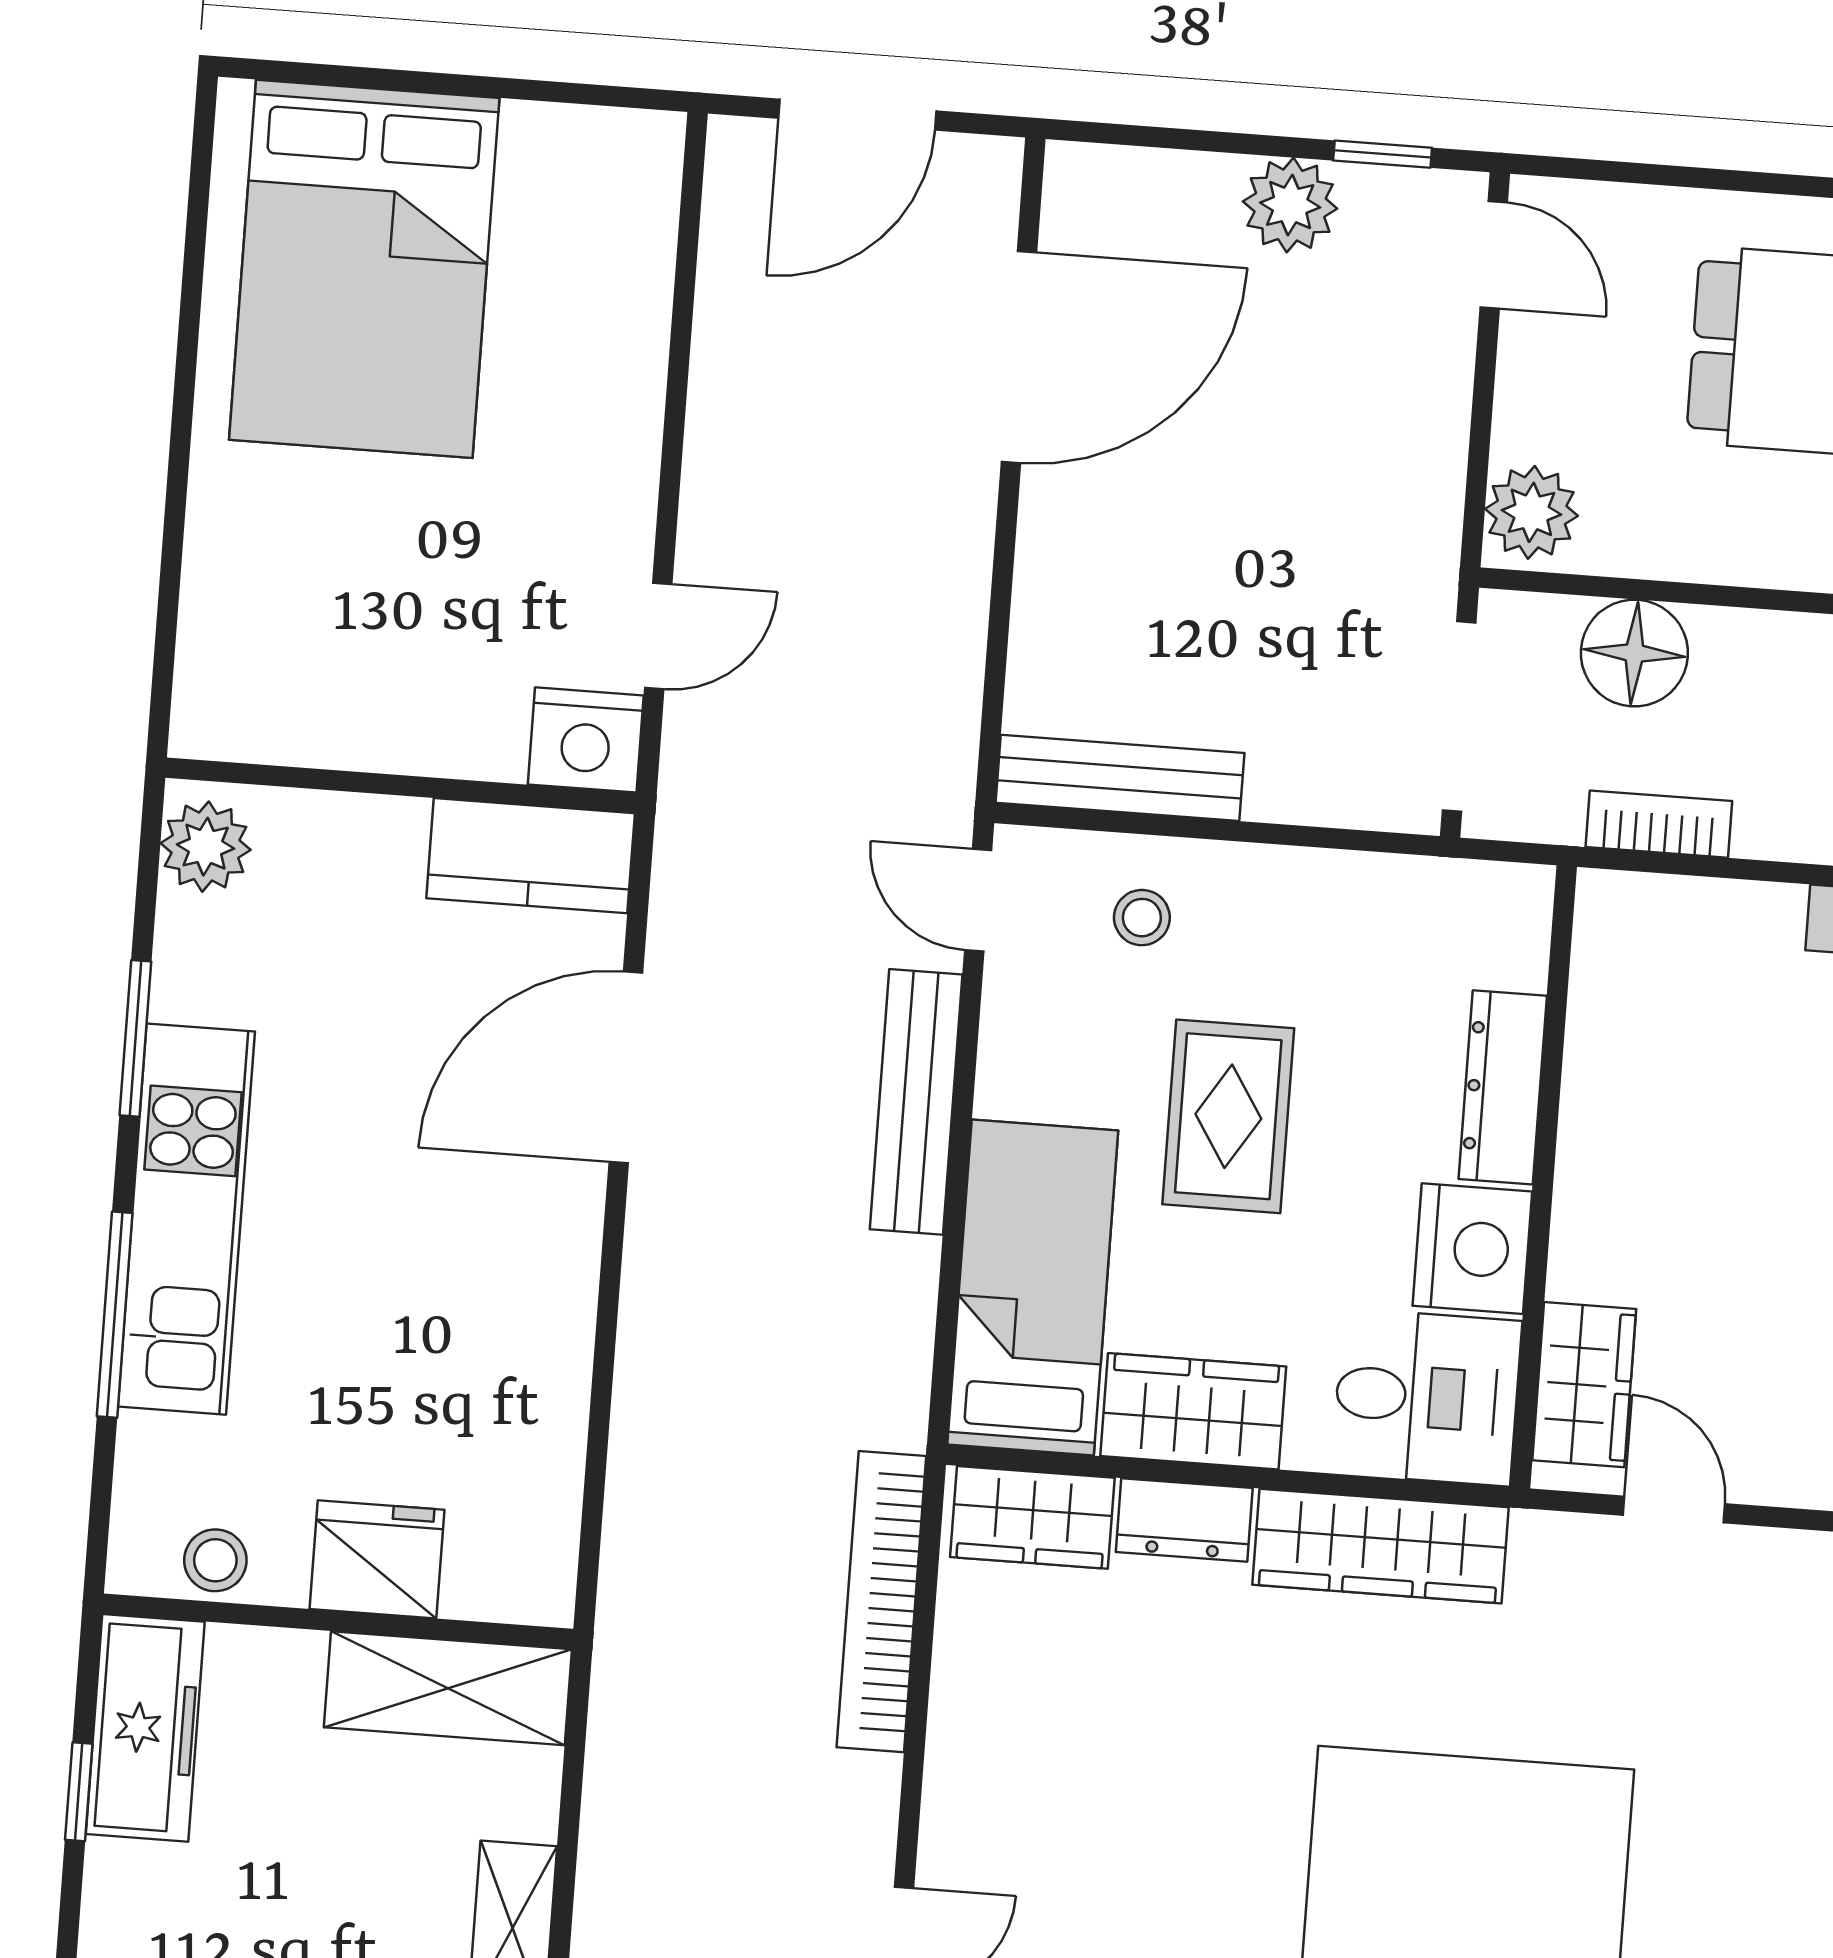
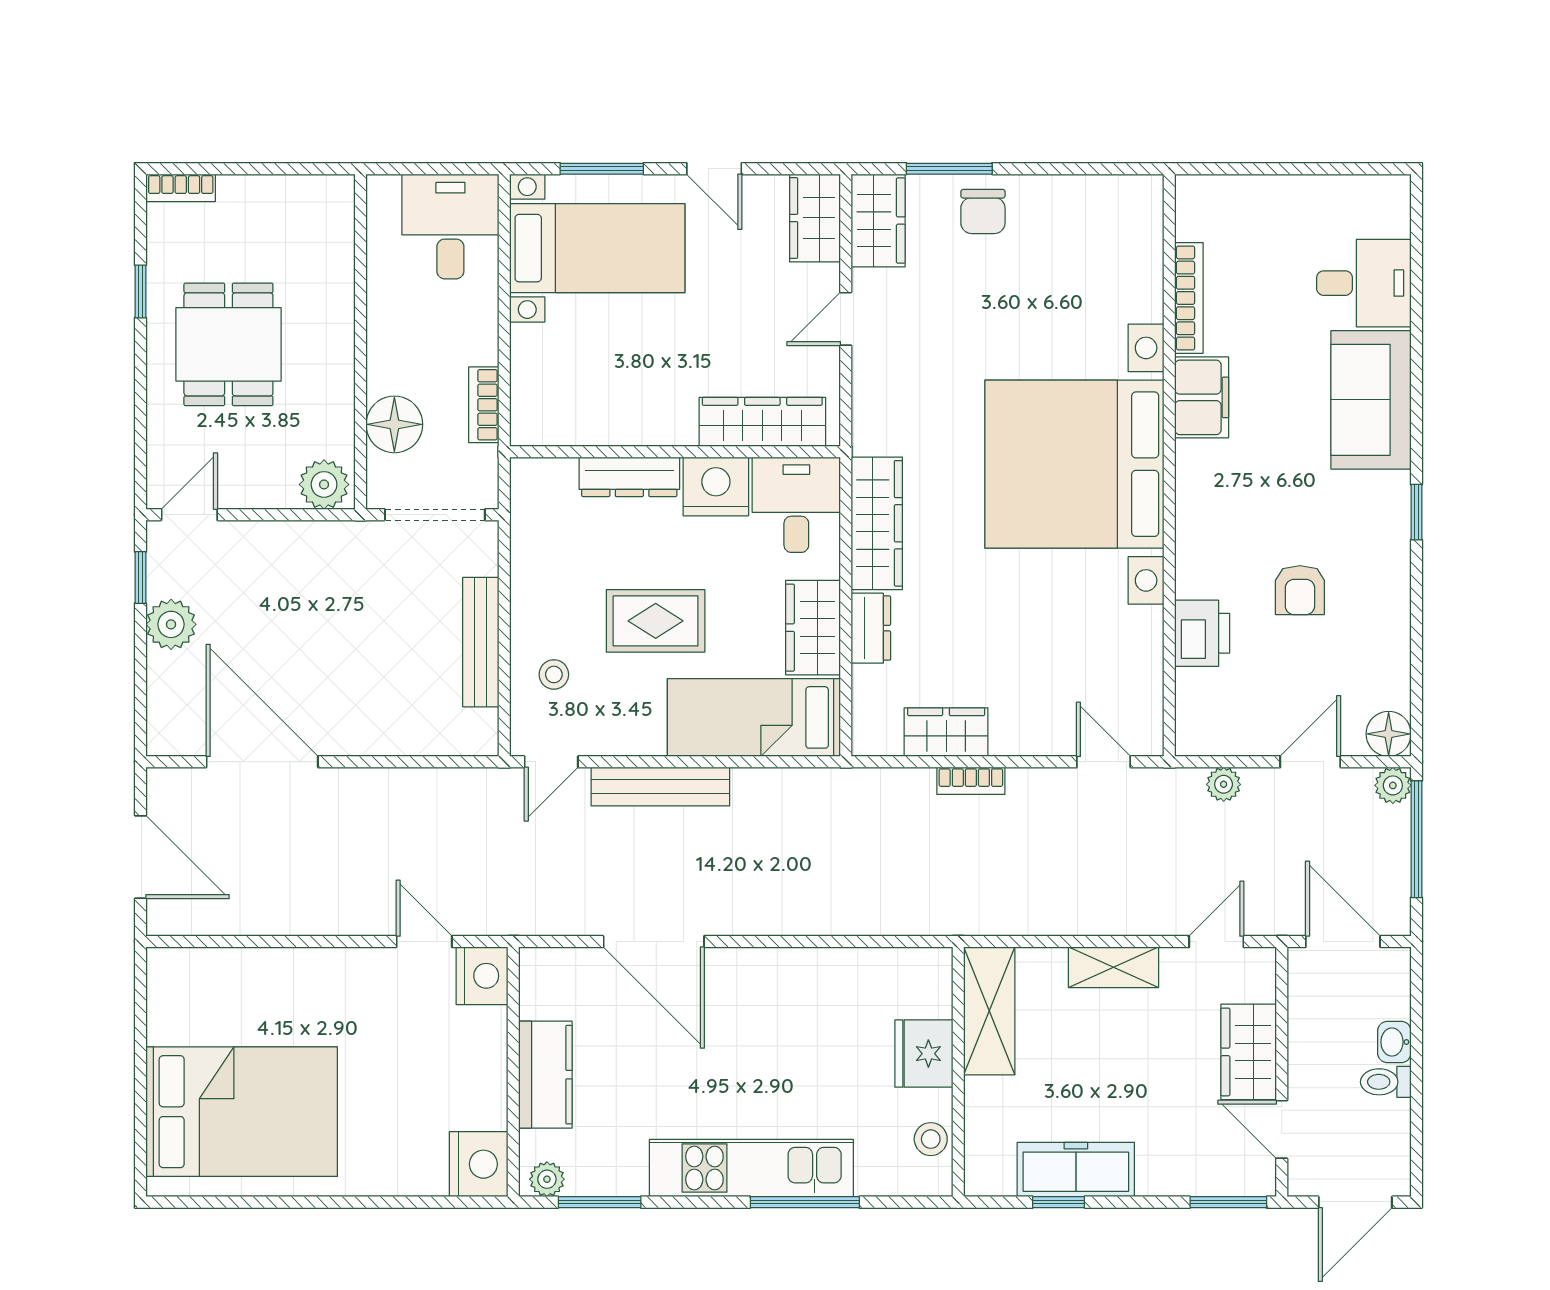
nightstand: (232, 707) -> (479, 1164), added
bench: (1120, 778) -> (481, 642), moved
plant: (206, 847) -> (547, 1179), width x0.73, depth x0.73
kitchen counter: (531, 856) -> (545, 1075), moved
window: (135, 1038) -> (600, 1202), moved
wardrobe: (1584, 1385) -> (762, 422), width x1.50
door: (1674, 1509) -> (846, 319), moved
wardrobe: (1032, 1517) -> (946, 732), moved, turned -90
bookcase: (881, 1602) -> (971, 781), width x0.43, depth x0.76
freezer: (145, 1728) -> (1076, 1170), moved

